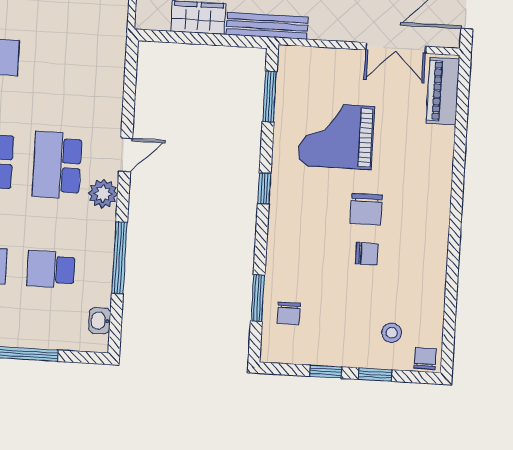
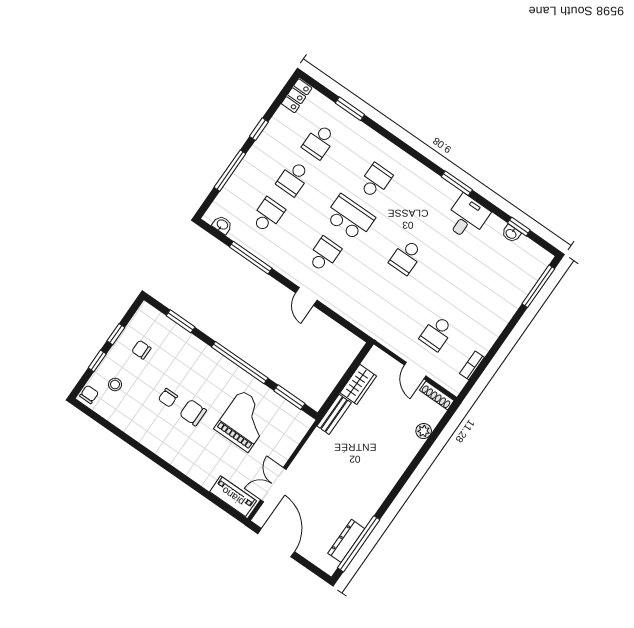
bench: (267, 26) -> (334, 414), width x0.73
school desk: (57, 165) -> (324, 254), width x0.54
window: (264, 188) -> (240, 363), width x3.17
plant: (103, 194) -> (292, 270), removed
chair: (289, 313) -> (141, 350), moved
chair: (425, 359) -> (89, 394), turned -90

